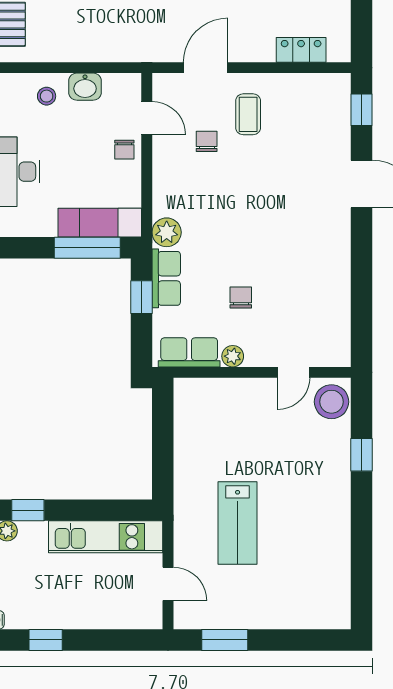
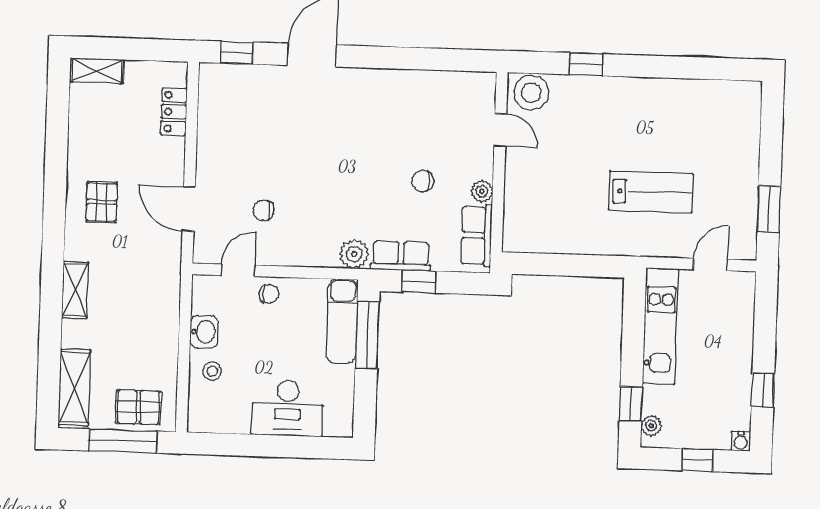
coffee table: (248, 114) -> (237, 168), removed

